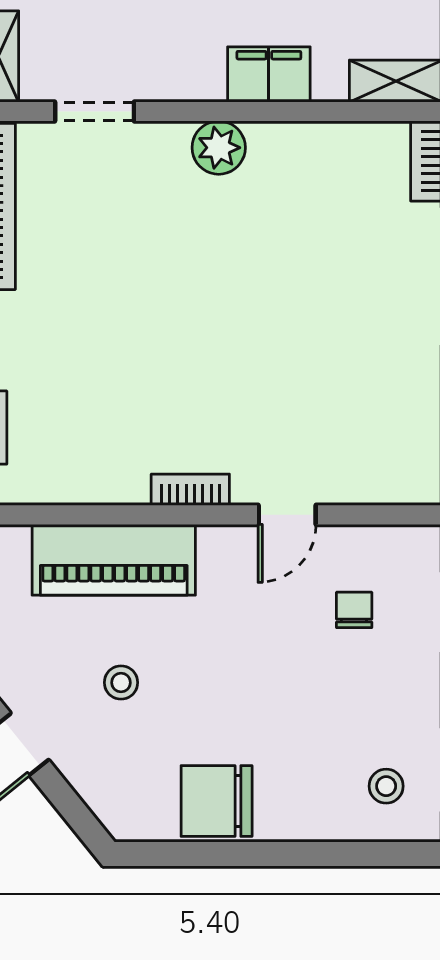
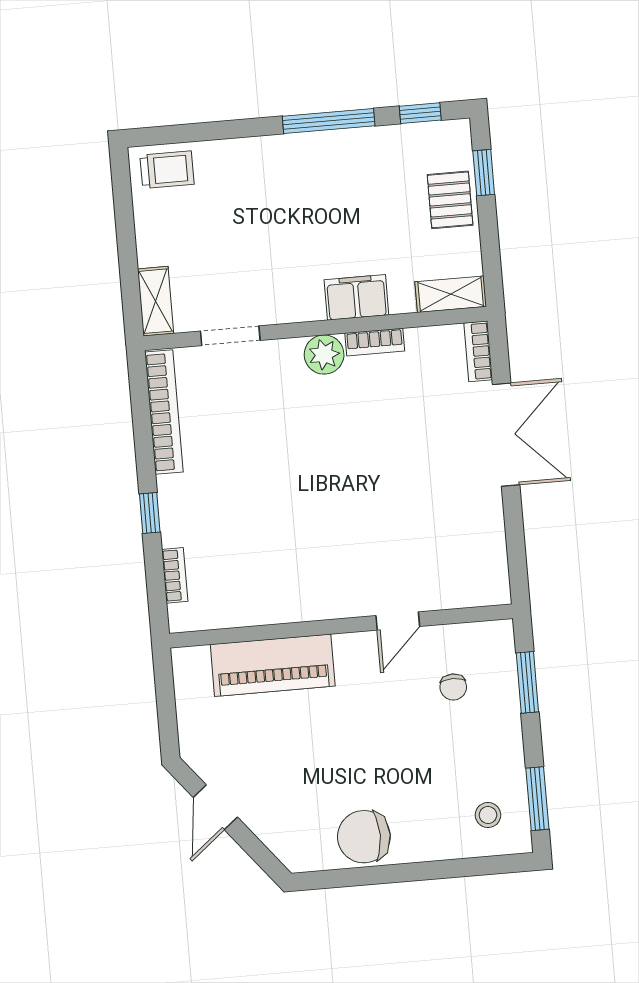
bookcase: (190, 490) -> (375, 342), moved, turned 180
chair: (354, 610) -> (453, 687), turned 180
stool: (121, 683) -> (286, 755), removed

